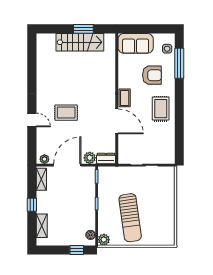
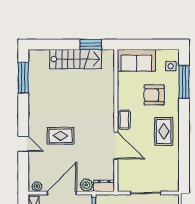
window: (83, 29) -> (91, 44), moved
window: (32, 59) -> (23, 78), added
armchair: (152, 75) -> (154, 95), turned 180

